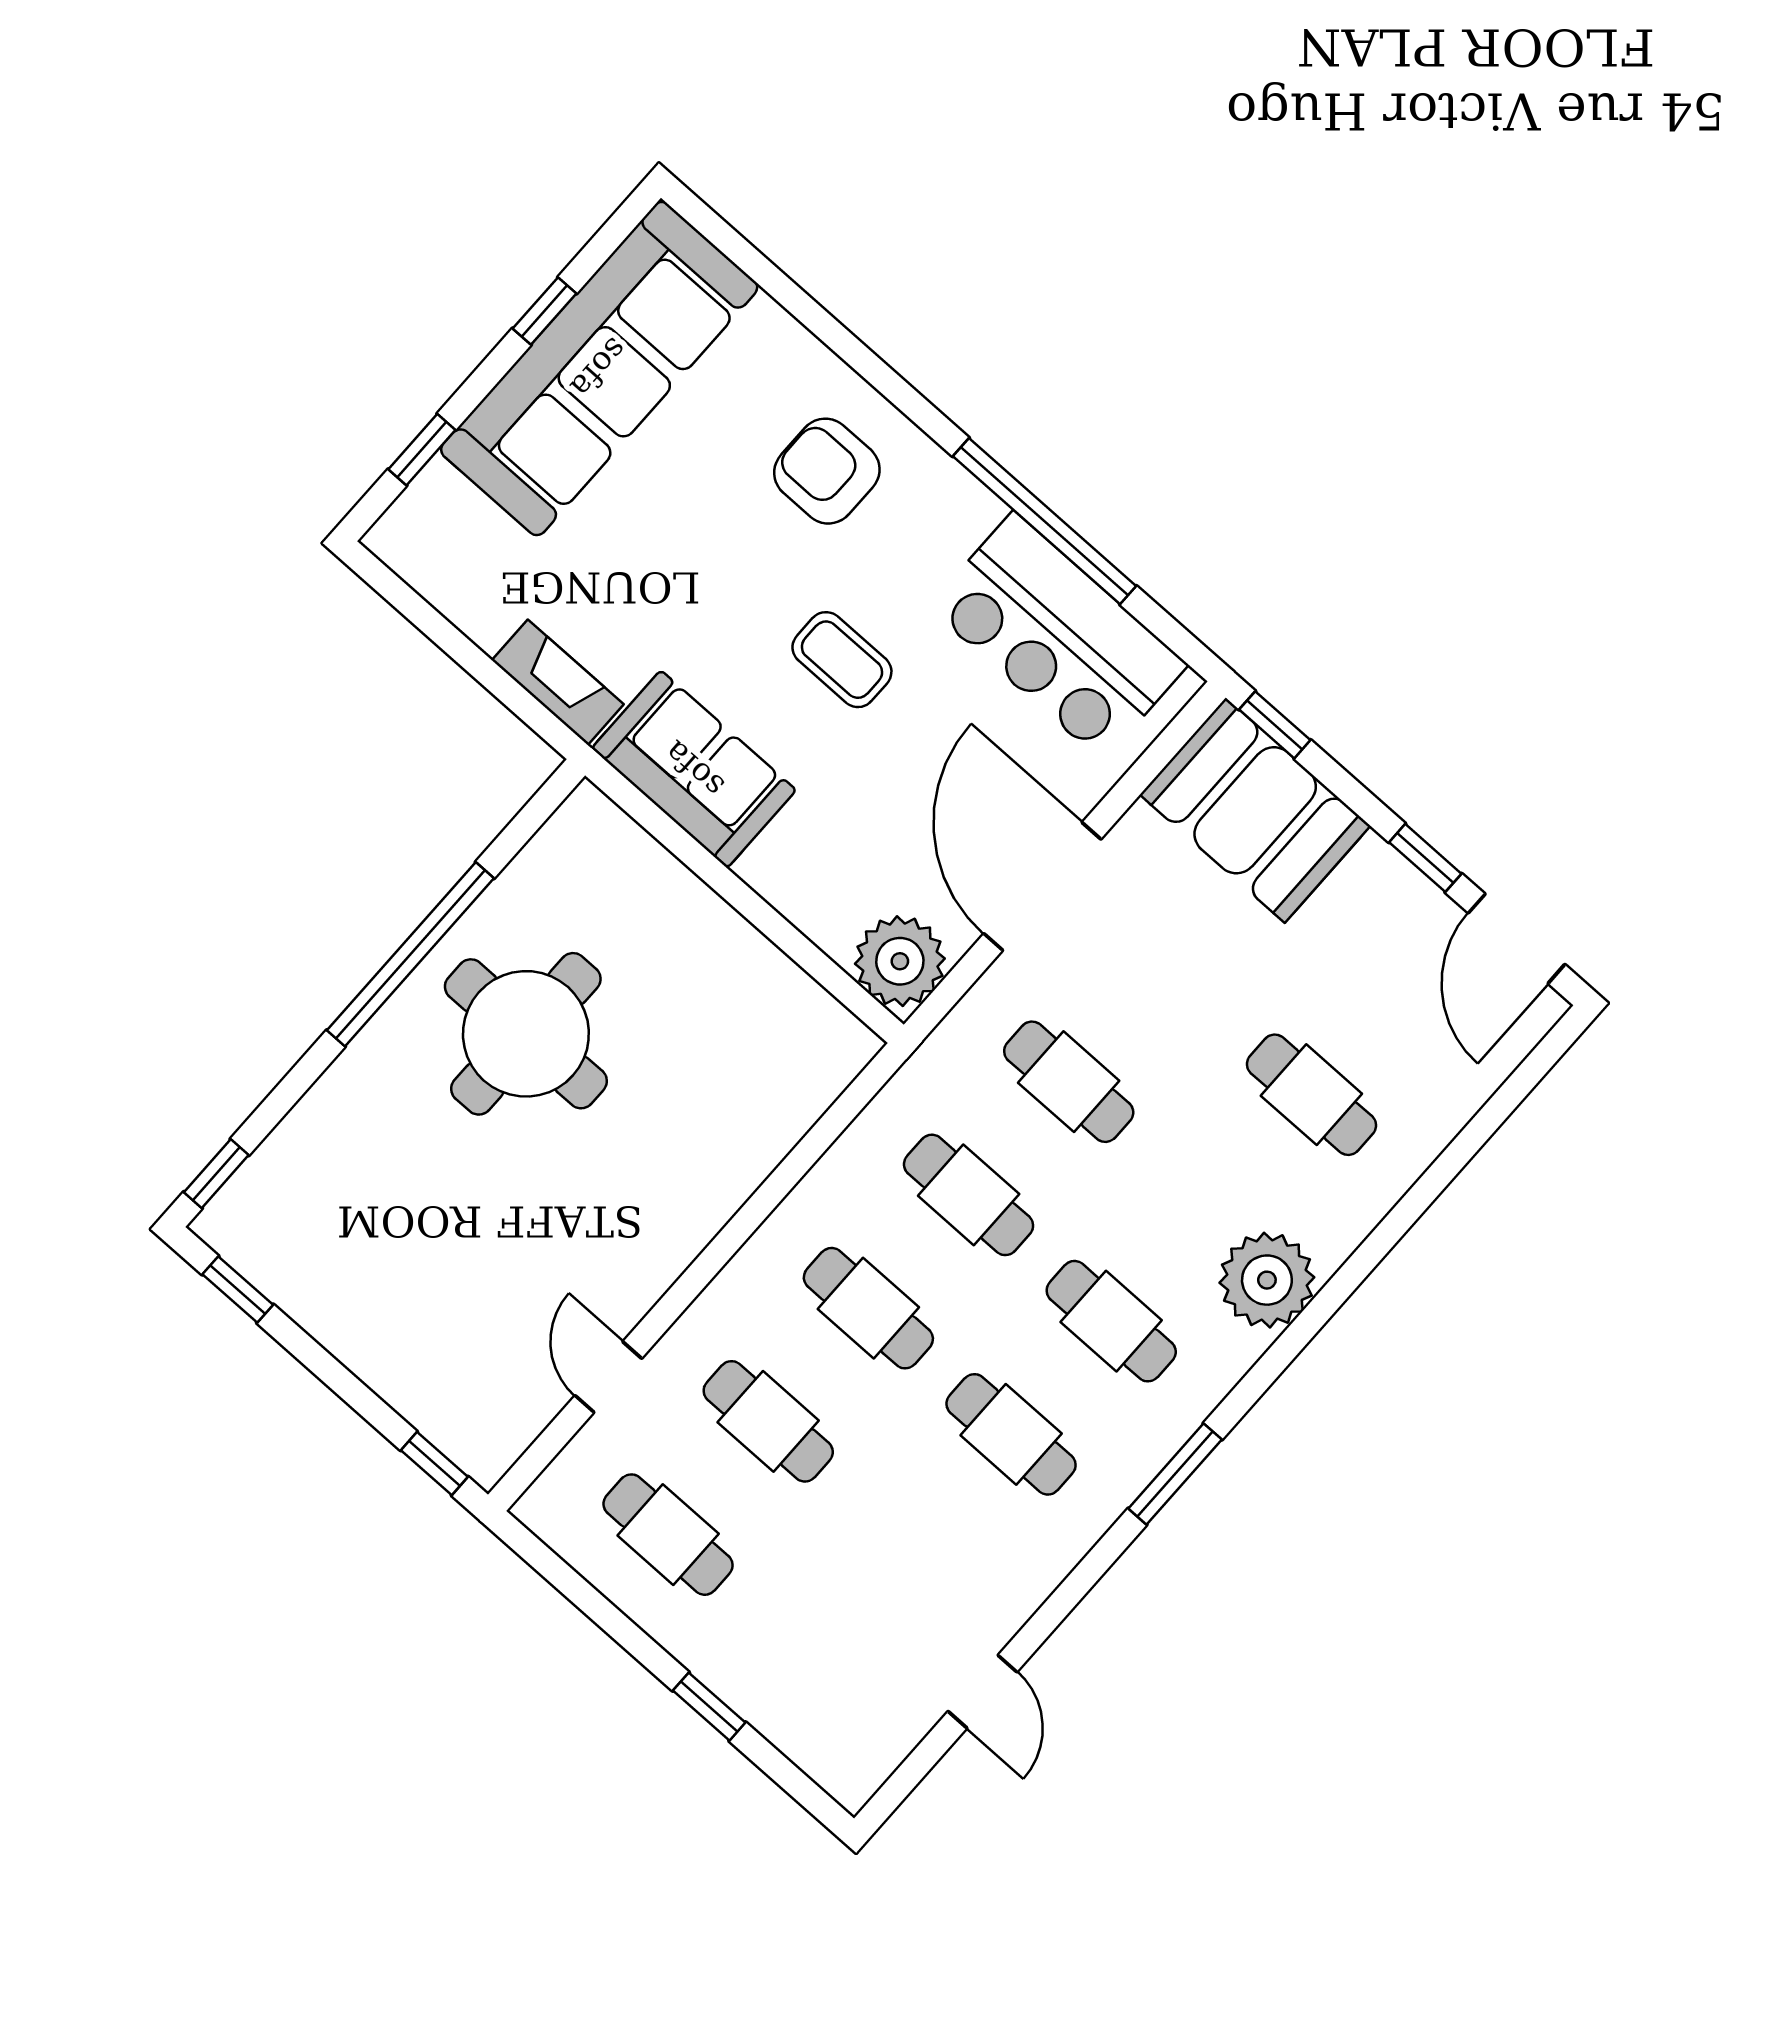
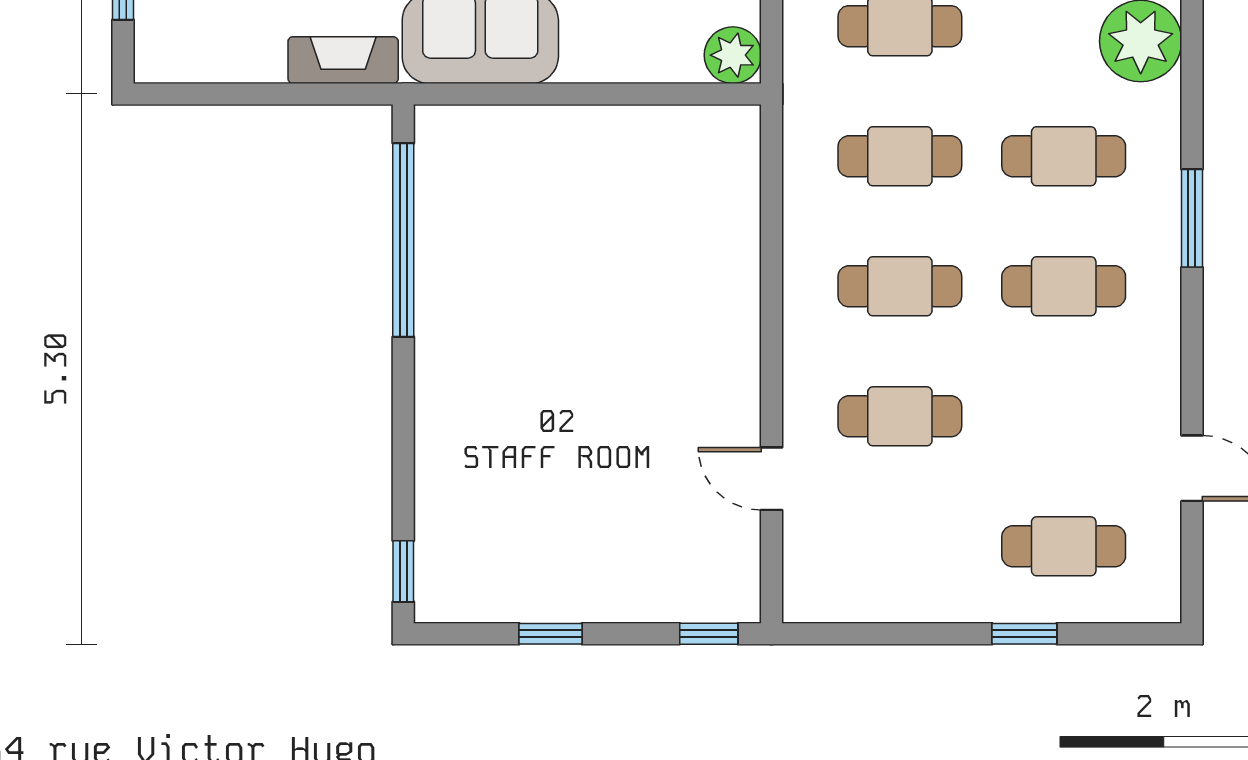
window: (410, 954) -> (403, 240), moved
plant: (900, 961) -> (733, 55), width x0.73, depth x0.73
round table: (526, 1034) -> (523, 305), removed
window: (238, 1289) -> (550, 634), moved
cafe table: (668, 1535) -> (1064, 546), moved

